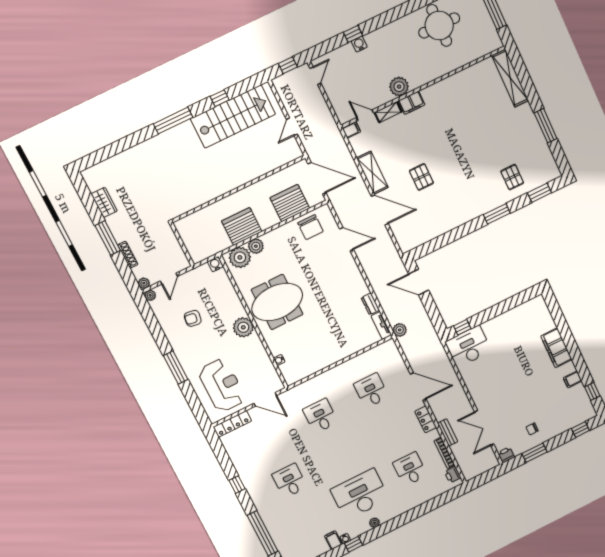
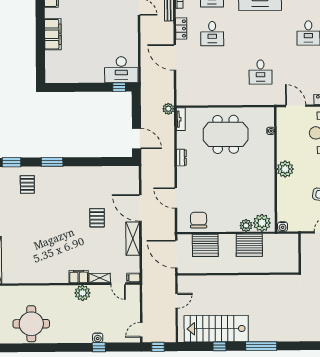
meeting table: (277, 302) -> (226, 134), moved
dresser: (370, 304) -> (181, 158), moved
desk: (371, 391) -> (212, 34), moved

